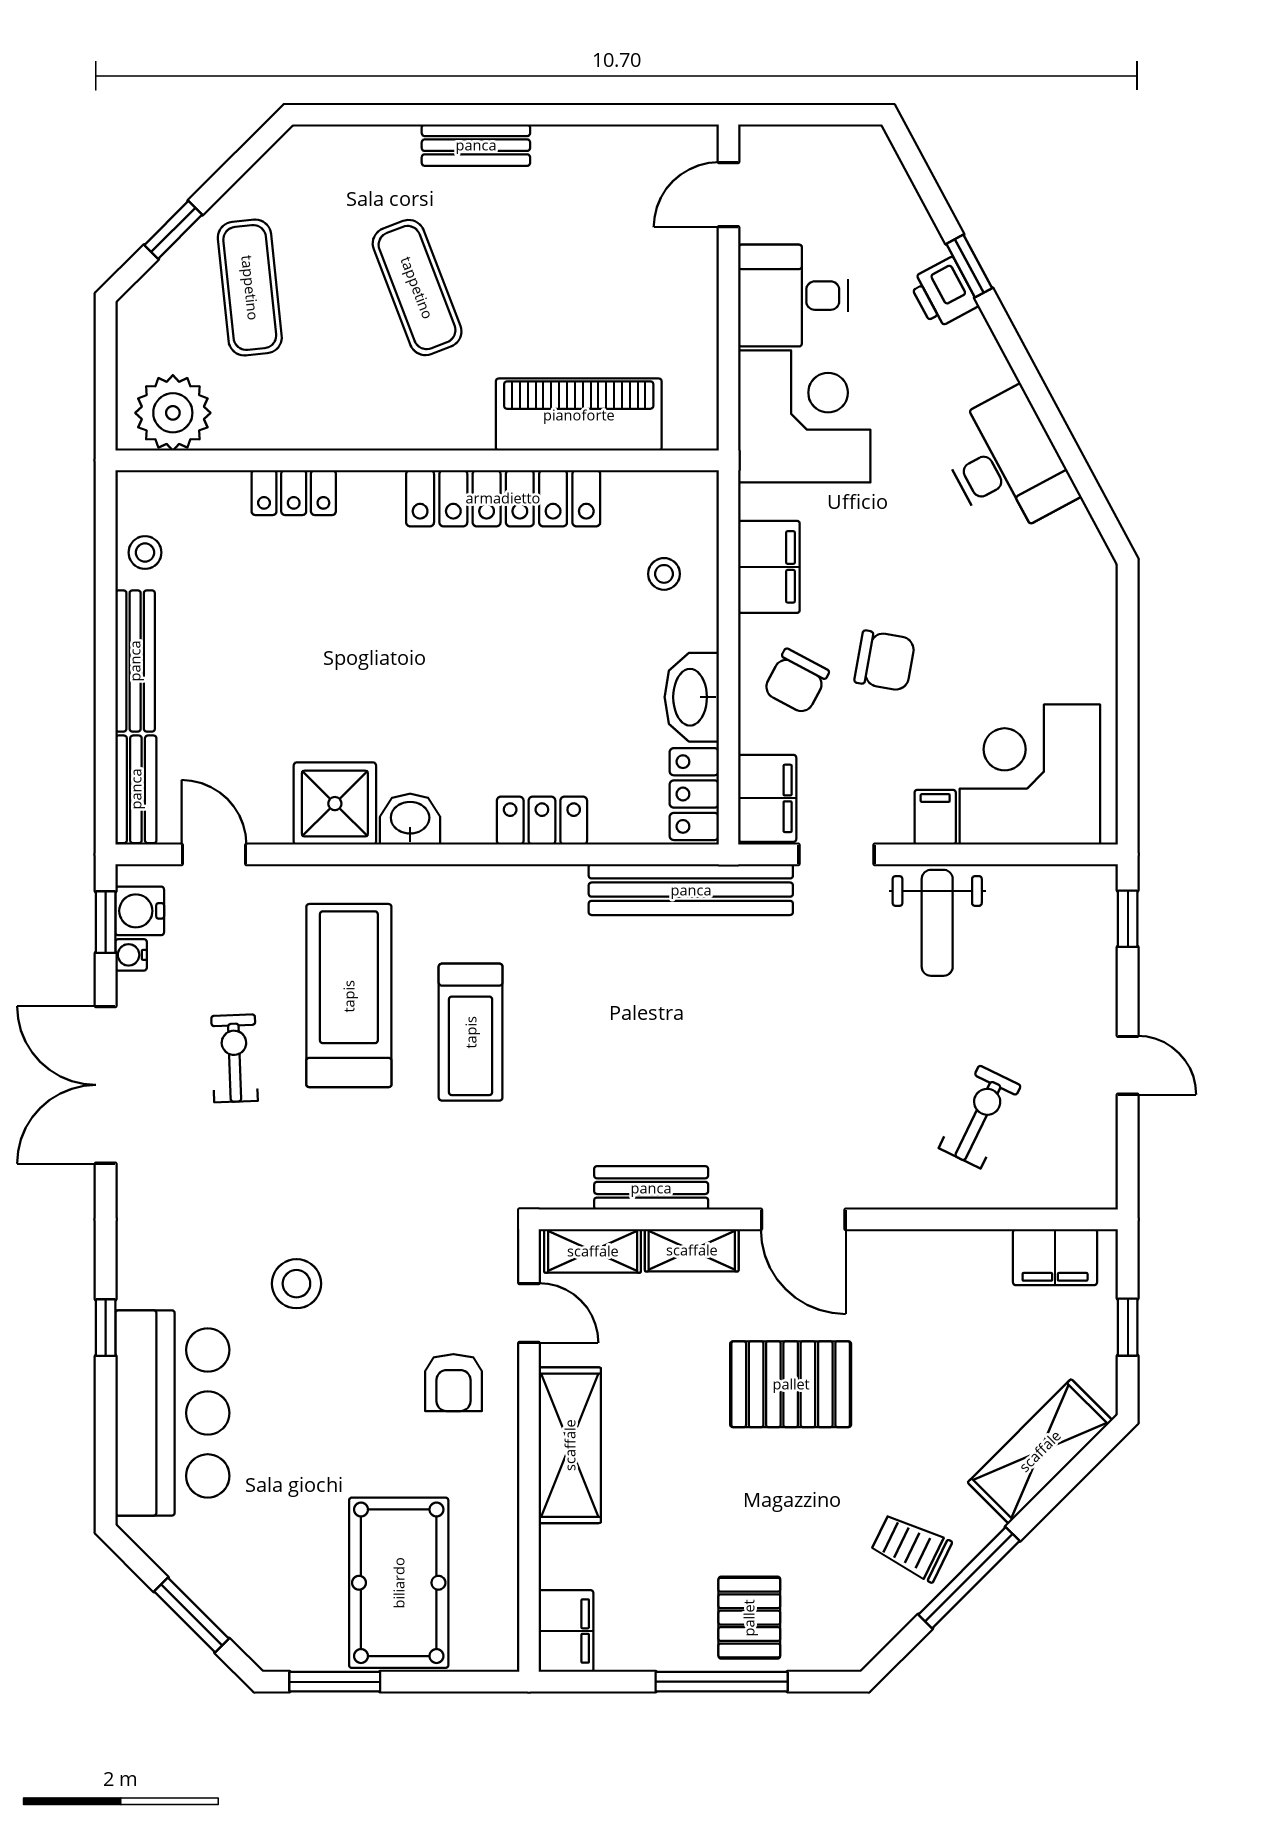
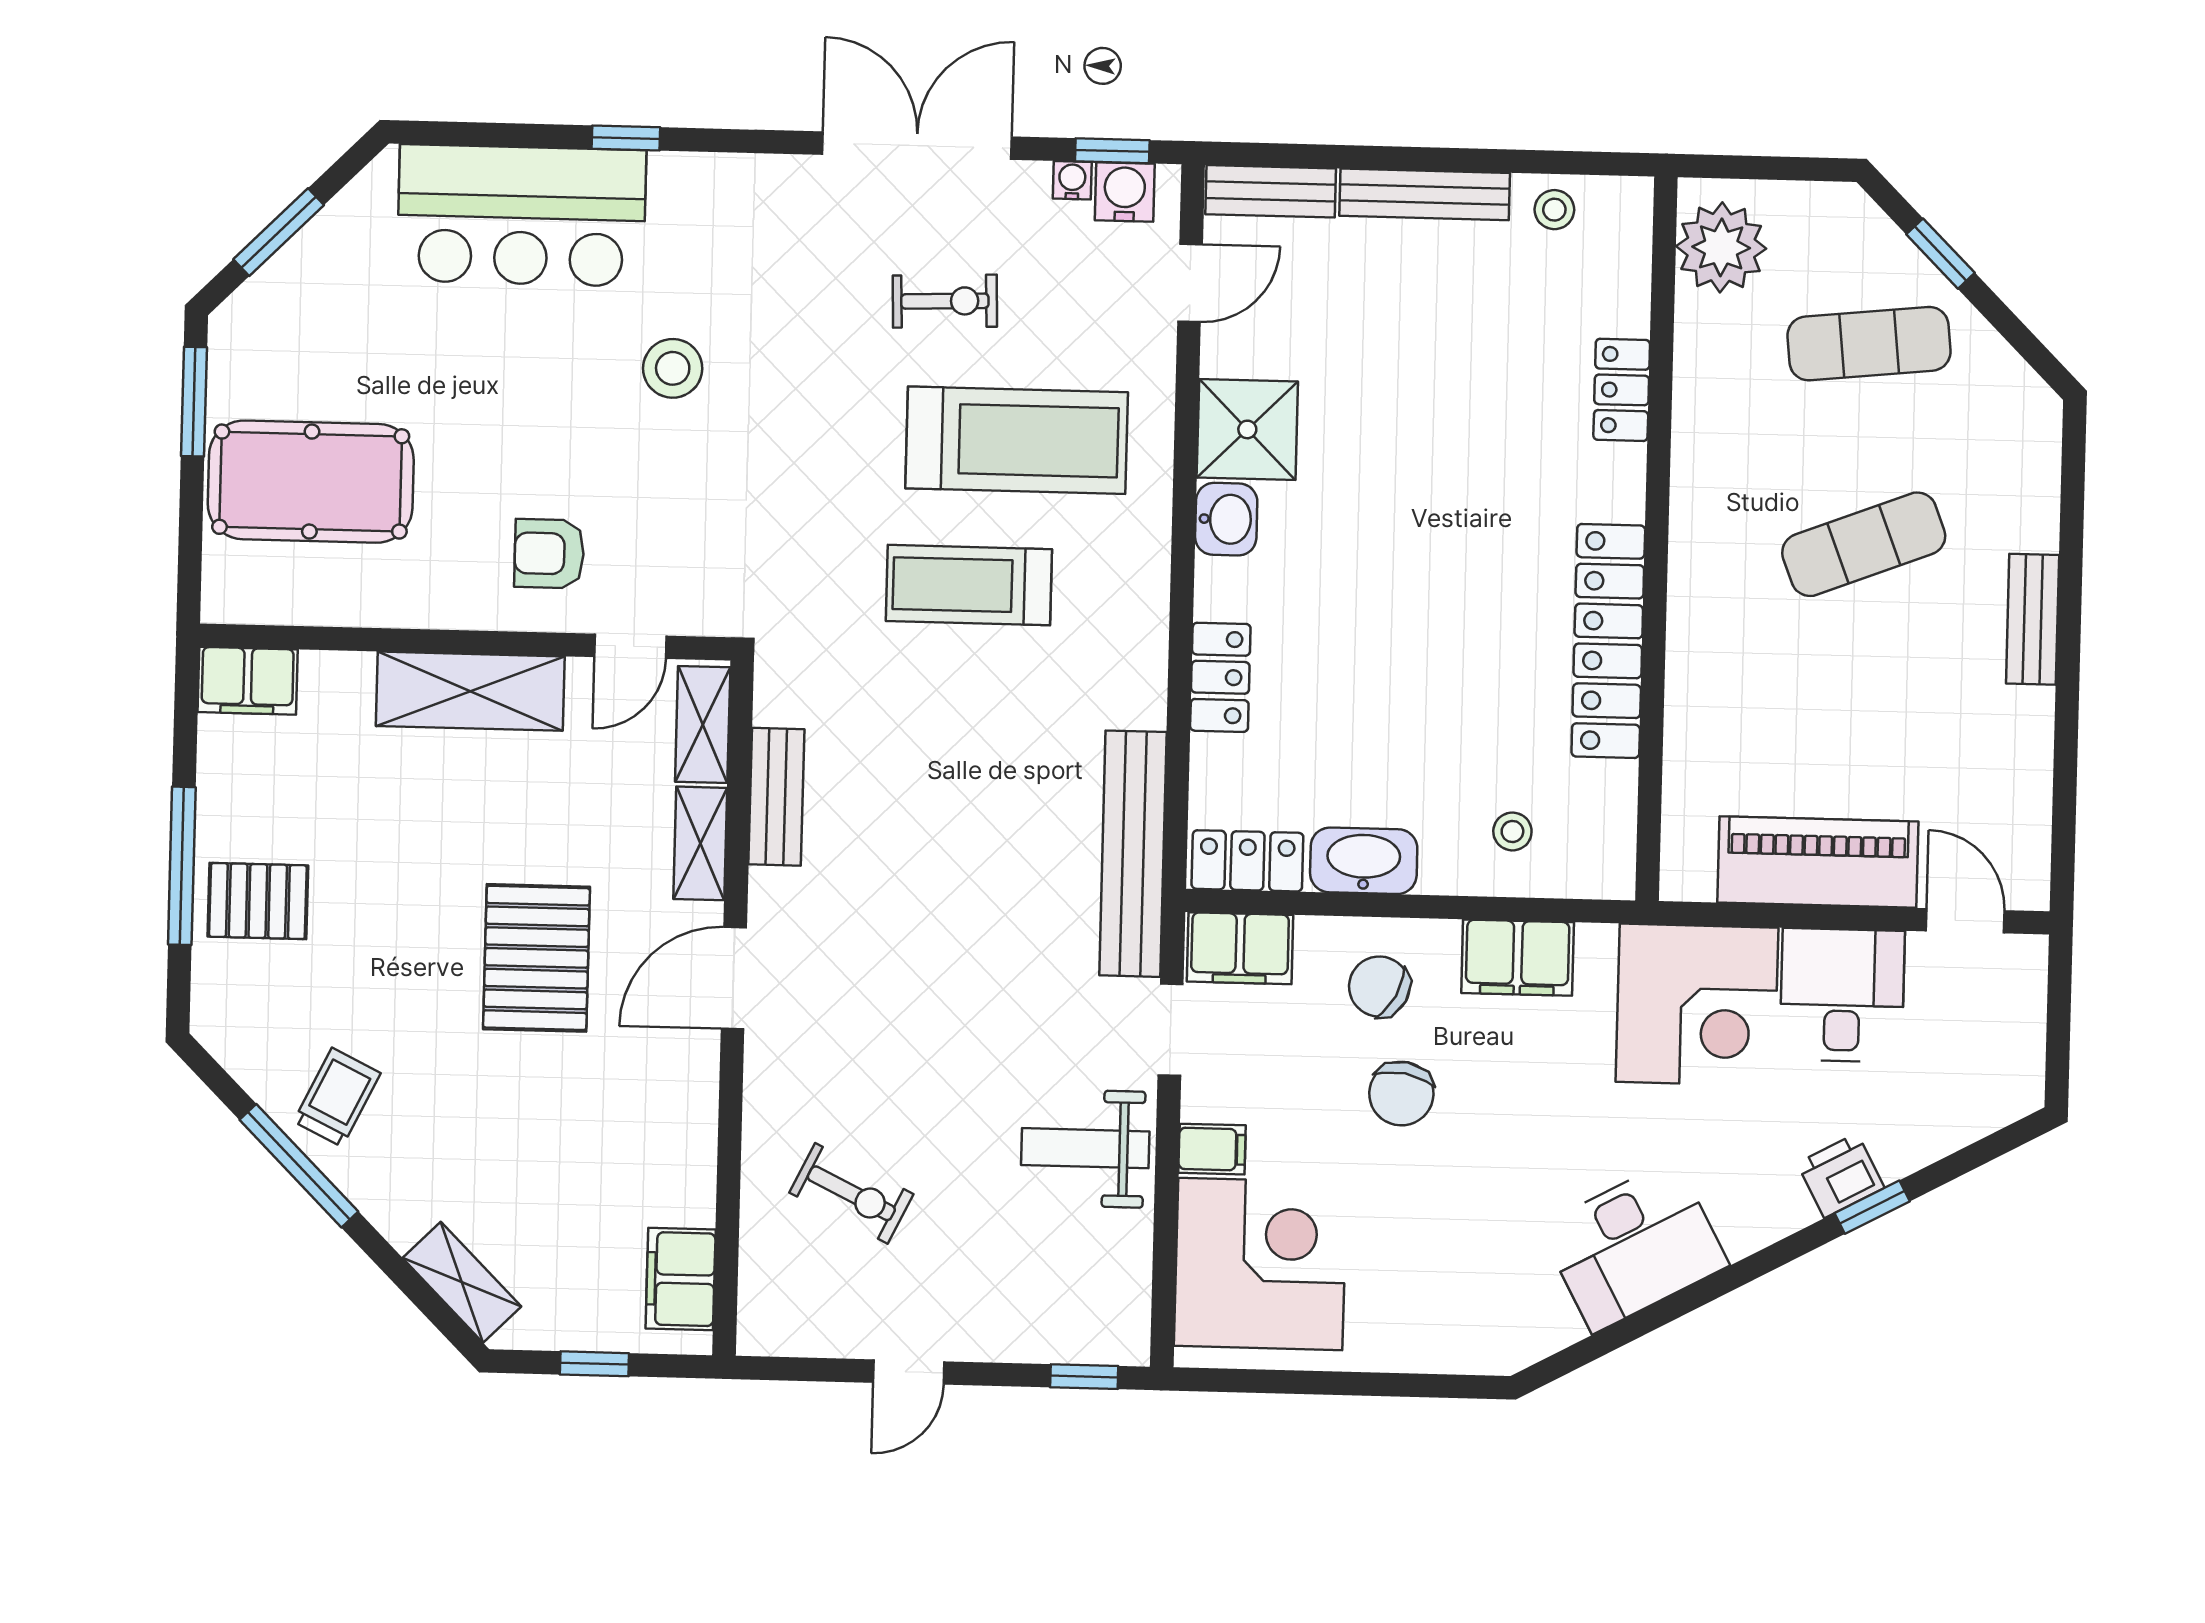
piano: (579, 415) -> (1818, 862), moved, turned -90
shelving: (1040, 1451) -> (462, 1282), width x0.67, depth x0.75

